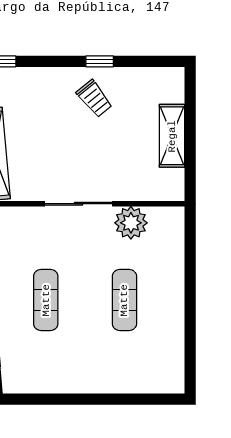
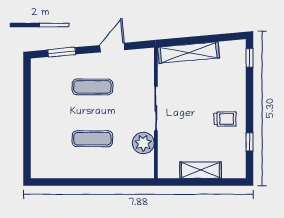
window: (100, 61) -> (250, 142), moved
trolley: (94, 99) -> (225, 119), turned -141

